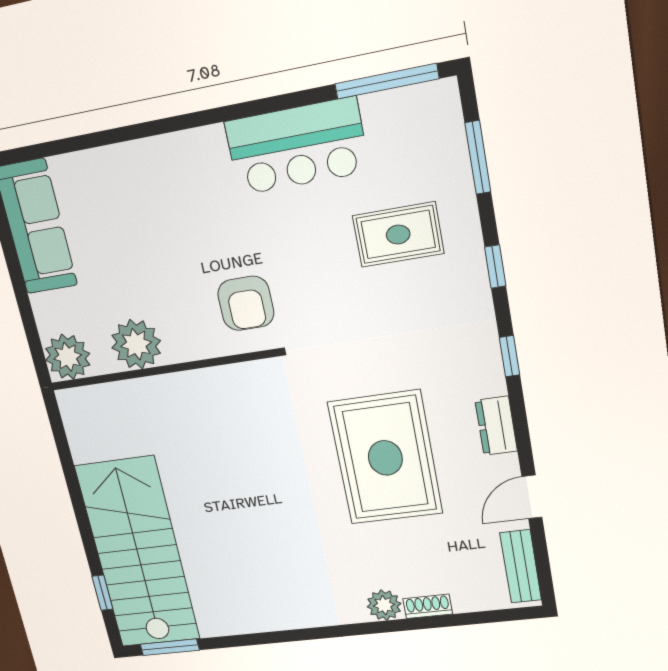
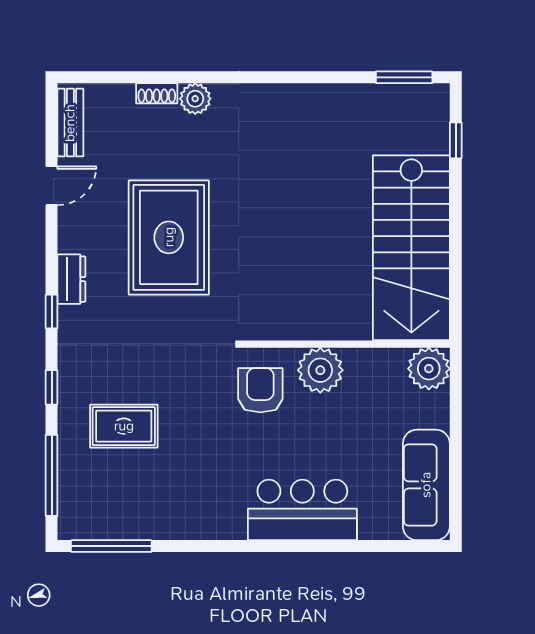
bar counter: (297, 147) -> (302, 510), moved
window: (478, 157) -> (52, 475), width x1.44
plant: (136, 344) -> (320, 370), moved
dresser: (496, 426) -> (71, 279), moved
stairs: (138, 553) -> (411, 248), moved

